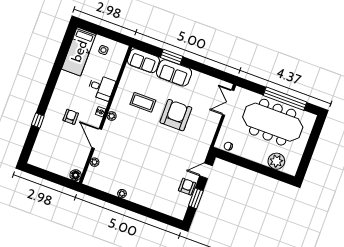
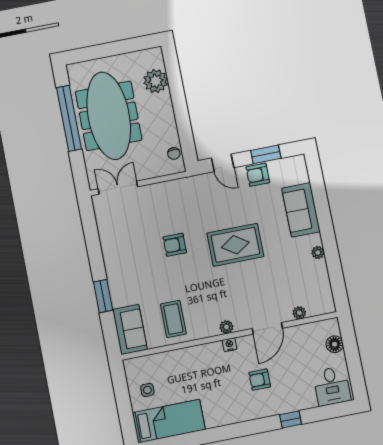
sofa: (174, 73) -> (301, 210), moved, turned 180
desk: (101, 87) -> (332, 386), moved, turned 180
coffee table: (143, 102) -> (173, 319), moved
double door: (228, 103) -> (118, 188), swing flipped
armchair: (176, 115) -> (175, 245), width x0.53, depth x0.53
rug: (155, 149) -> (235, 245), added
floor lamp: (76, 175) -> (335, 344), moved

